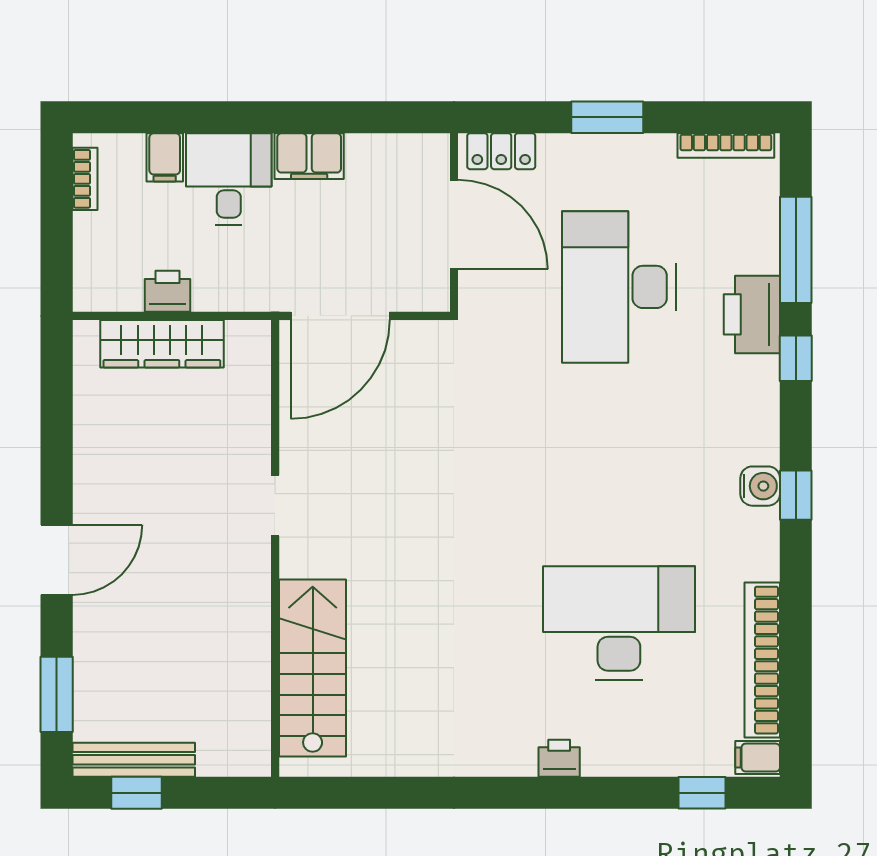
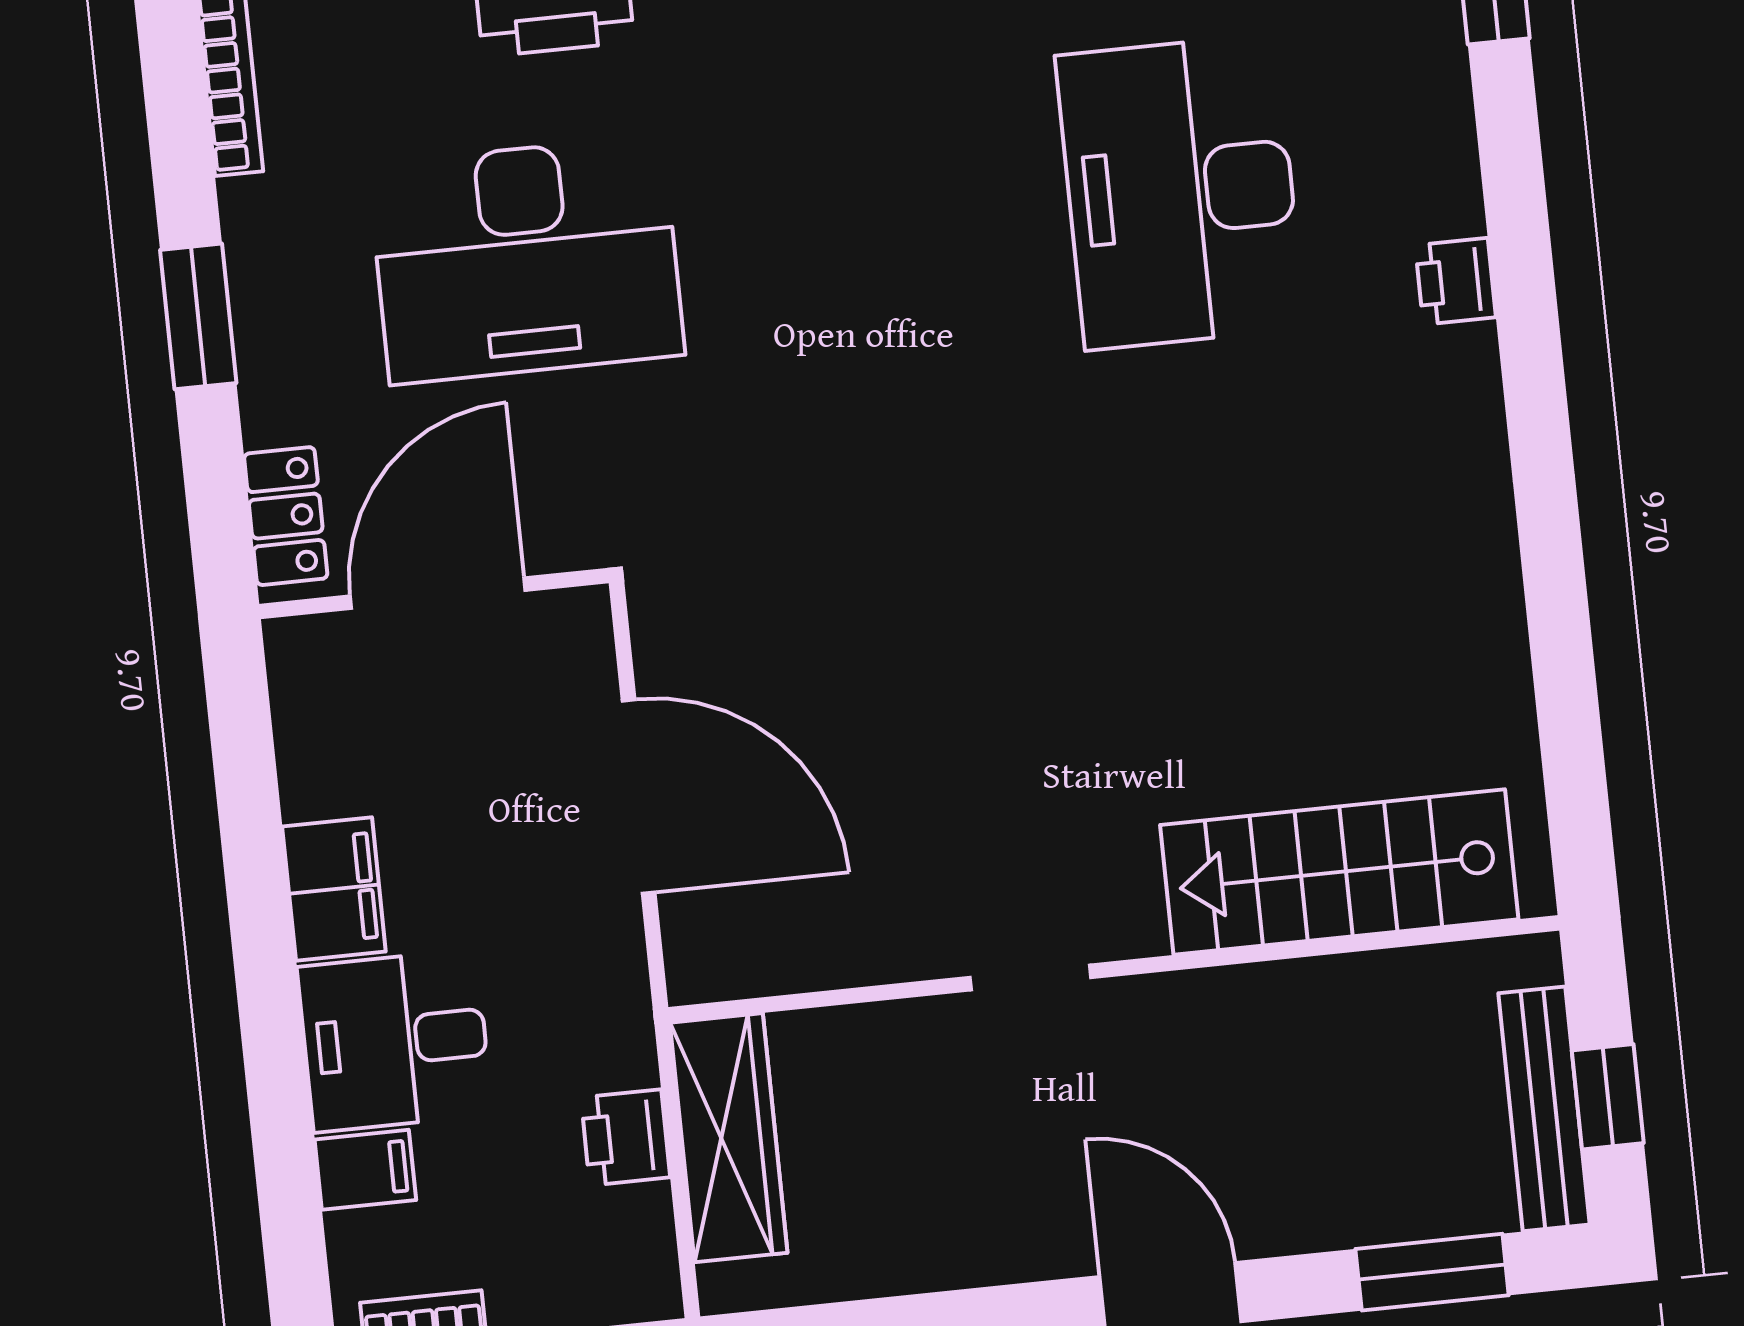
doorway: (275, 506) -> (1030, 978), moved
wall: (275, 548) -> (1114, 969), moved
stairs: (313, 668) -> (1339, 872), moved

